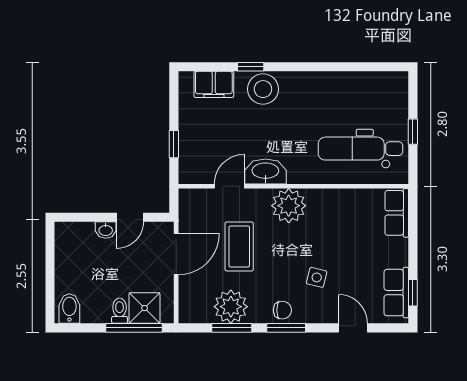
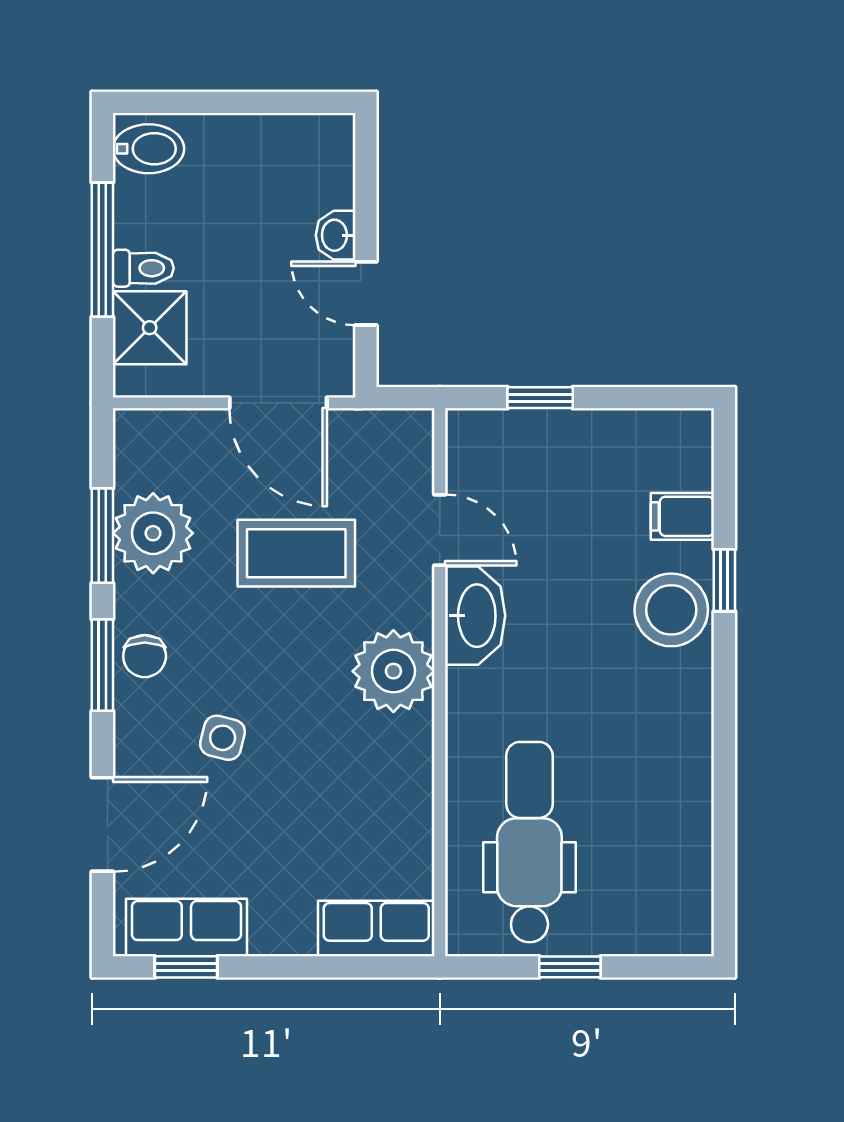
filing cabinet: (214, 84) -> (682, 516), width x0.50
window: (134, 328) -> (102, 250), moved
door: (353, 328) -> (102, 824), width x1.38

